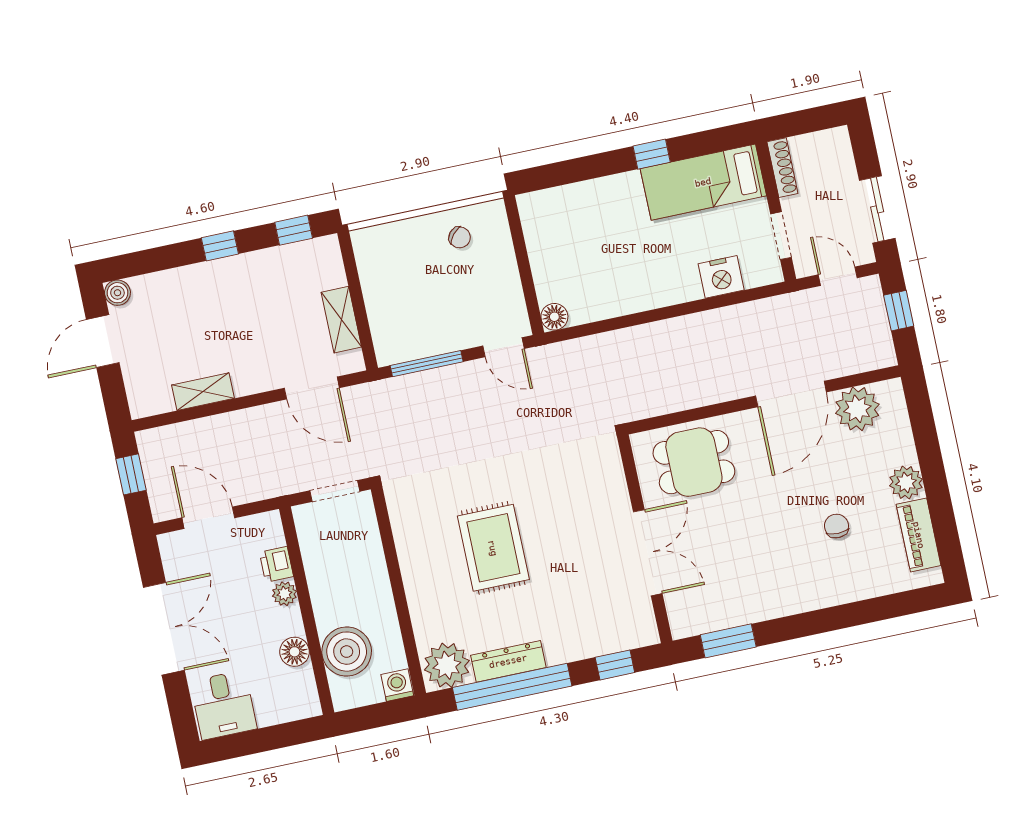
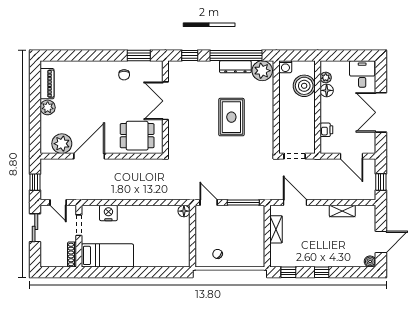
window: (652, 154) -> (127, 272), removed
chair: (836, 526) -> (124, 75), moved
plant: (284, 594) -> (326, 78), moved

